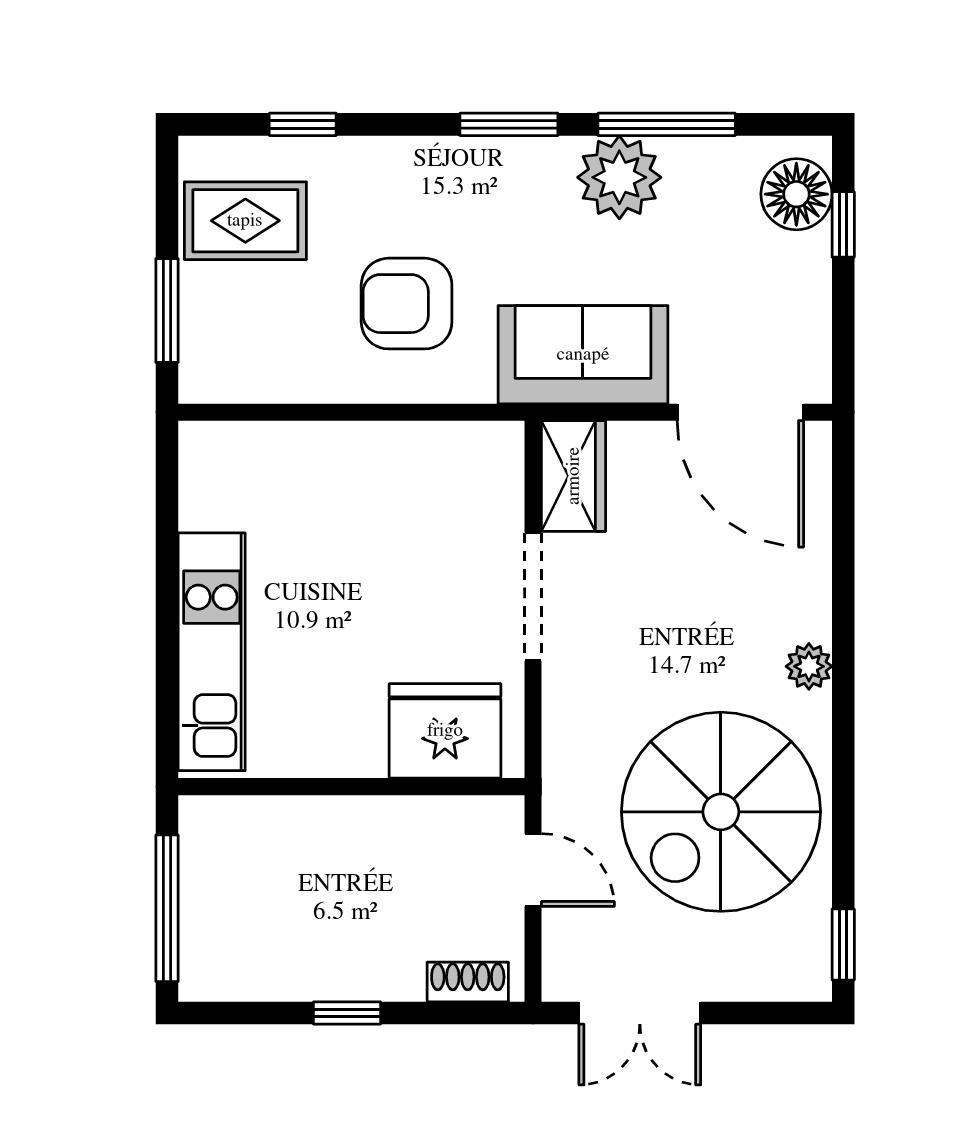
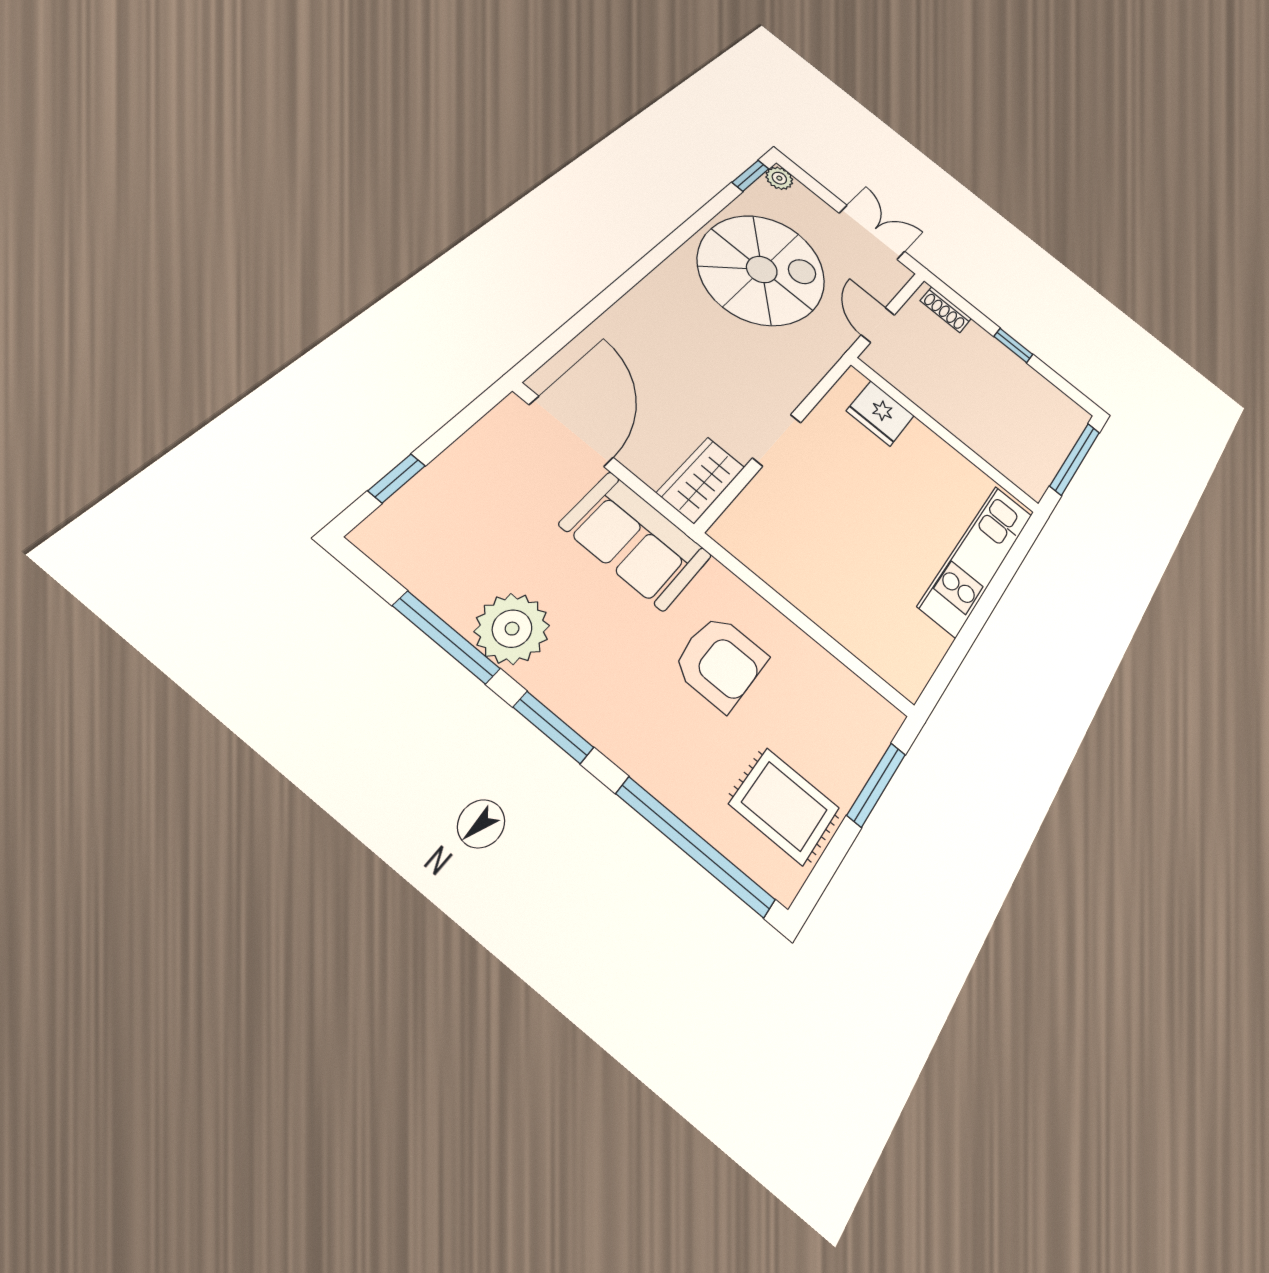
window: (303, 124) -> (696, 847), width x3.17
floor lamp: (796, 194) -> (407, 521), removed
doorway: (533, 597) -> (777, 440), width x0.73
plant: (809, 666) -> (779, 178), moved
fridge: (445, 731) -> (880, 413), width x0.73, depth x0.75

